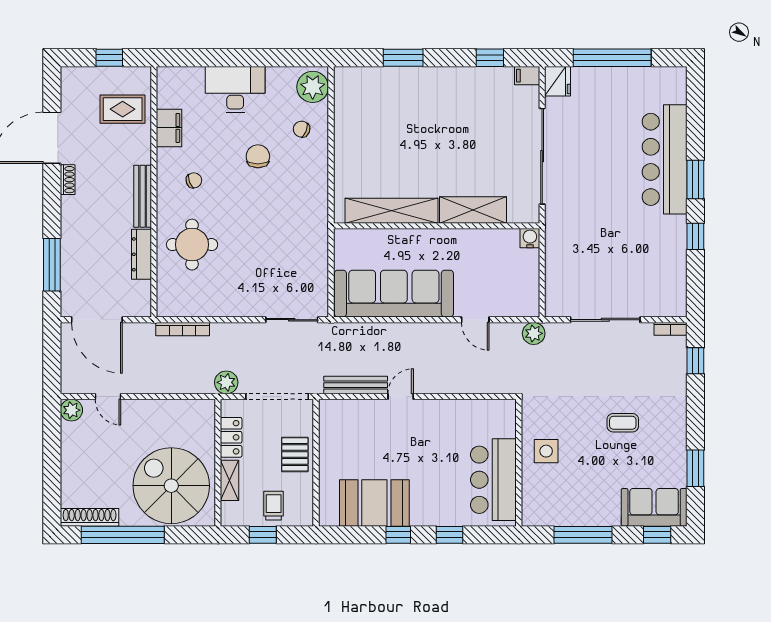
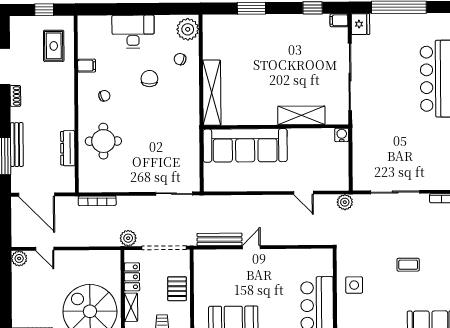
rug: (123, 109) -> (54, 46), turned 90
filing cabinet: (169, 128) -> (87, 66), width x0.50
bench: (143, 196) -> (17, 145), moved
shelving: (392, 211) -> (212, 93), moved, turned 90
sofa: (394, 294) -> (245, 145), moved, turned 180

